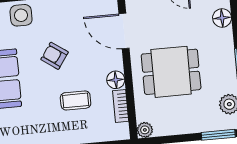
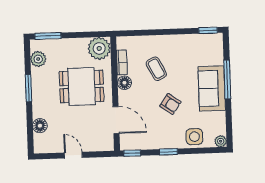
coffee table: (76, 100) -> (156, 69), turned 63
plant: (145, 130) -> (99, 48), width x1.88, depth x1.88

